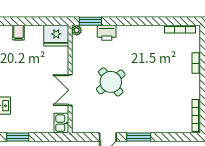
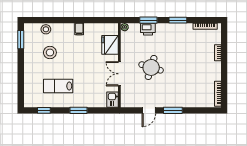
window: (90, 21) -> (148, 20), moved
window: (145, 21) -> (178, 20), added
fridge: (56, 36) -> (110, 45), moved, turned 90
round table: (111, 82) -> (151, 67), turned -35

